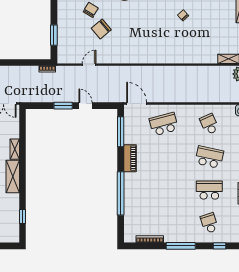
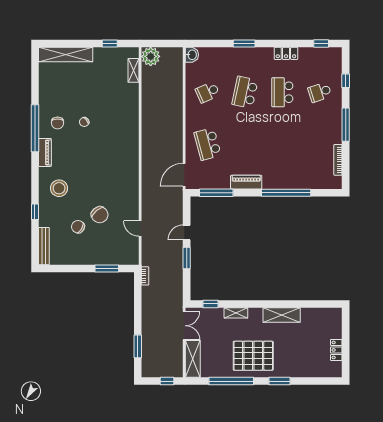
shelving: (13, 177) -> (282, 315), moved
window: (22, 216) -> (210, 304), moved

